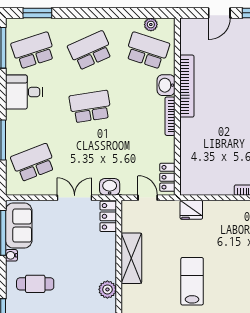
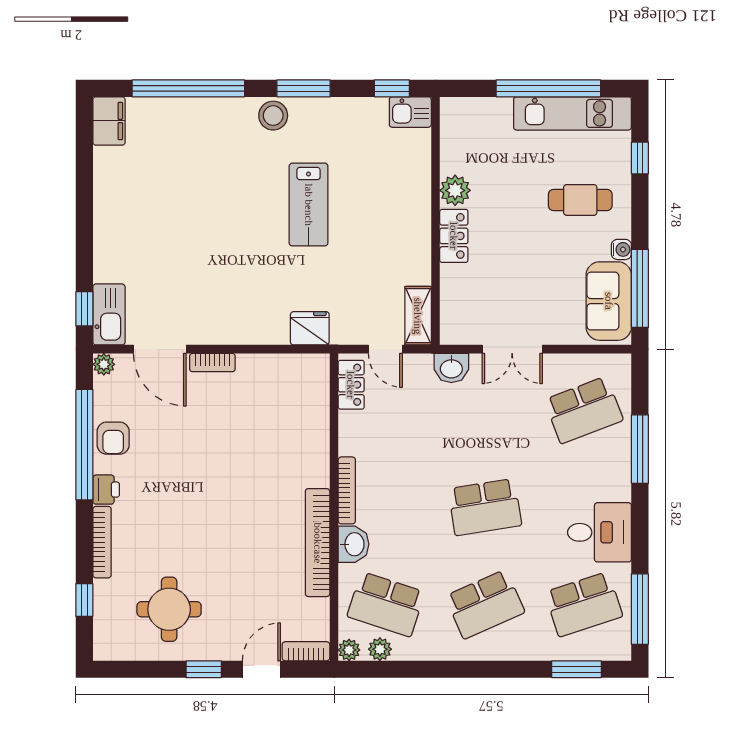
bookcase: (194, 23) -> (306, 651), added
plant: (169, 24) -> (349, 650), added
locker: (108, 216) -> (454, 236), moved
shelving: (131, 258) -> (418, 316), moved, width x0.67, depth x0.75

